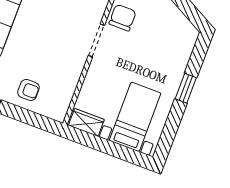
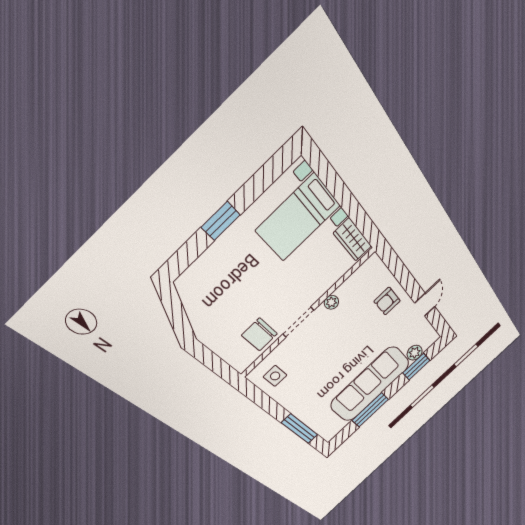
plant: (77, 68) -> (331, 302), added
armchair: (28, 90) -> (387, 301), turned -90

